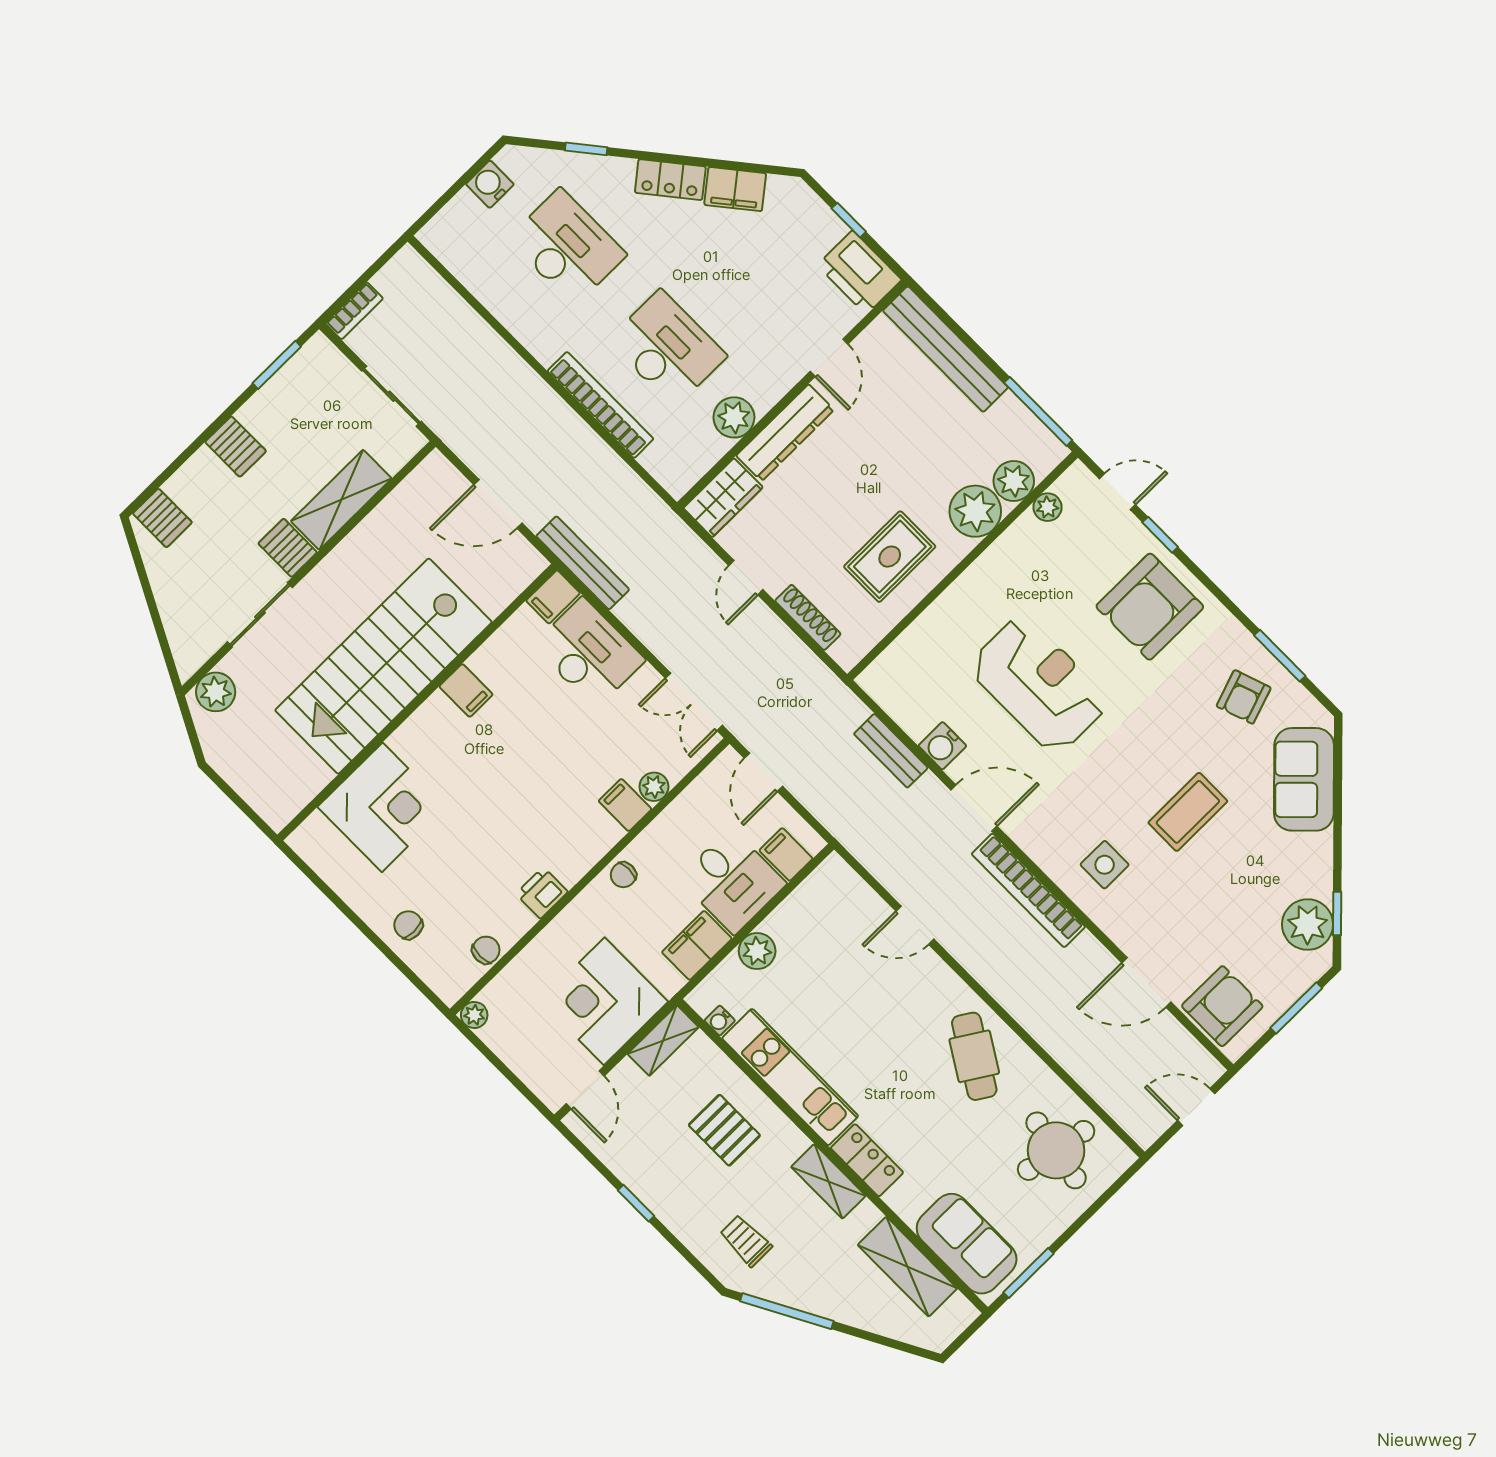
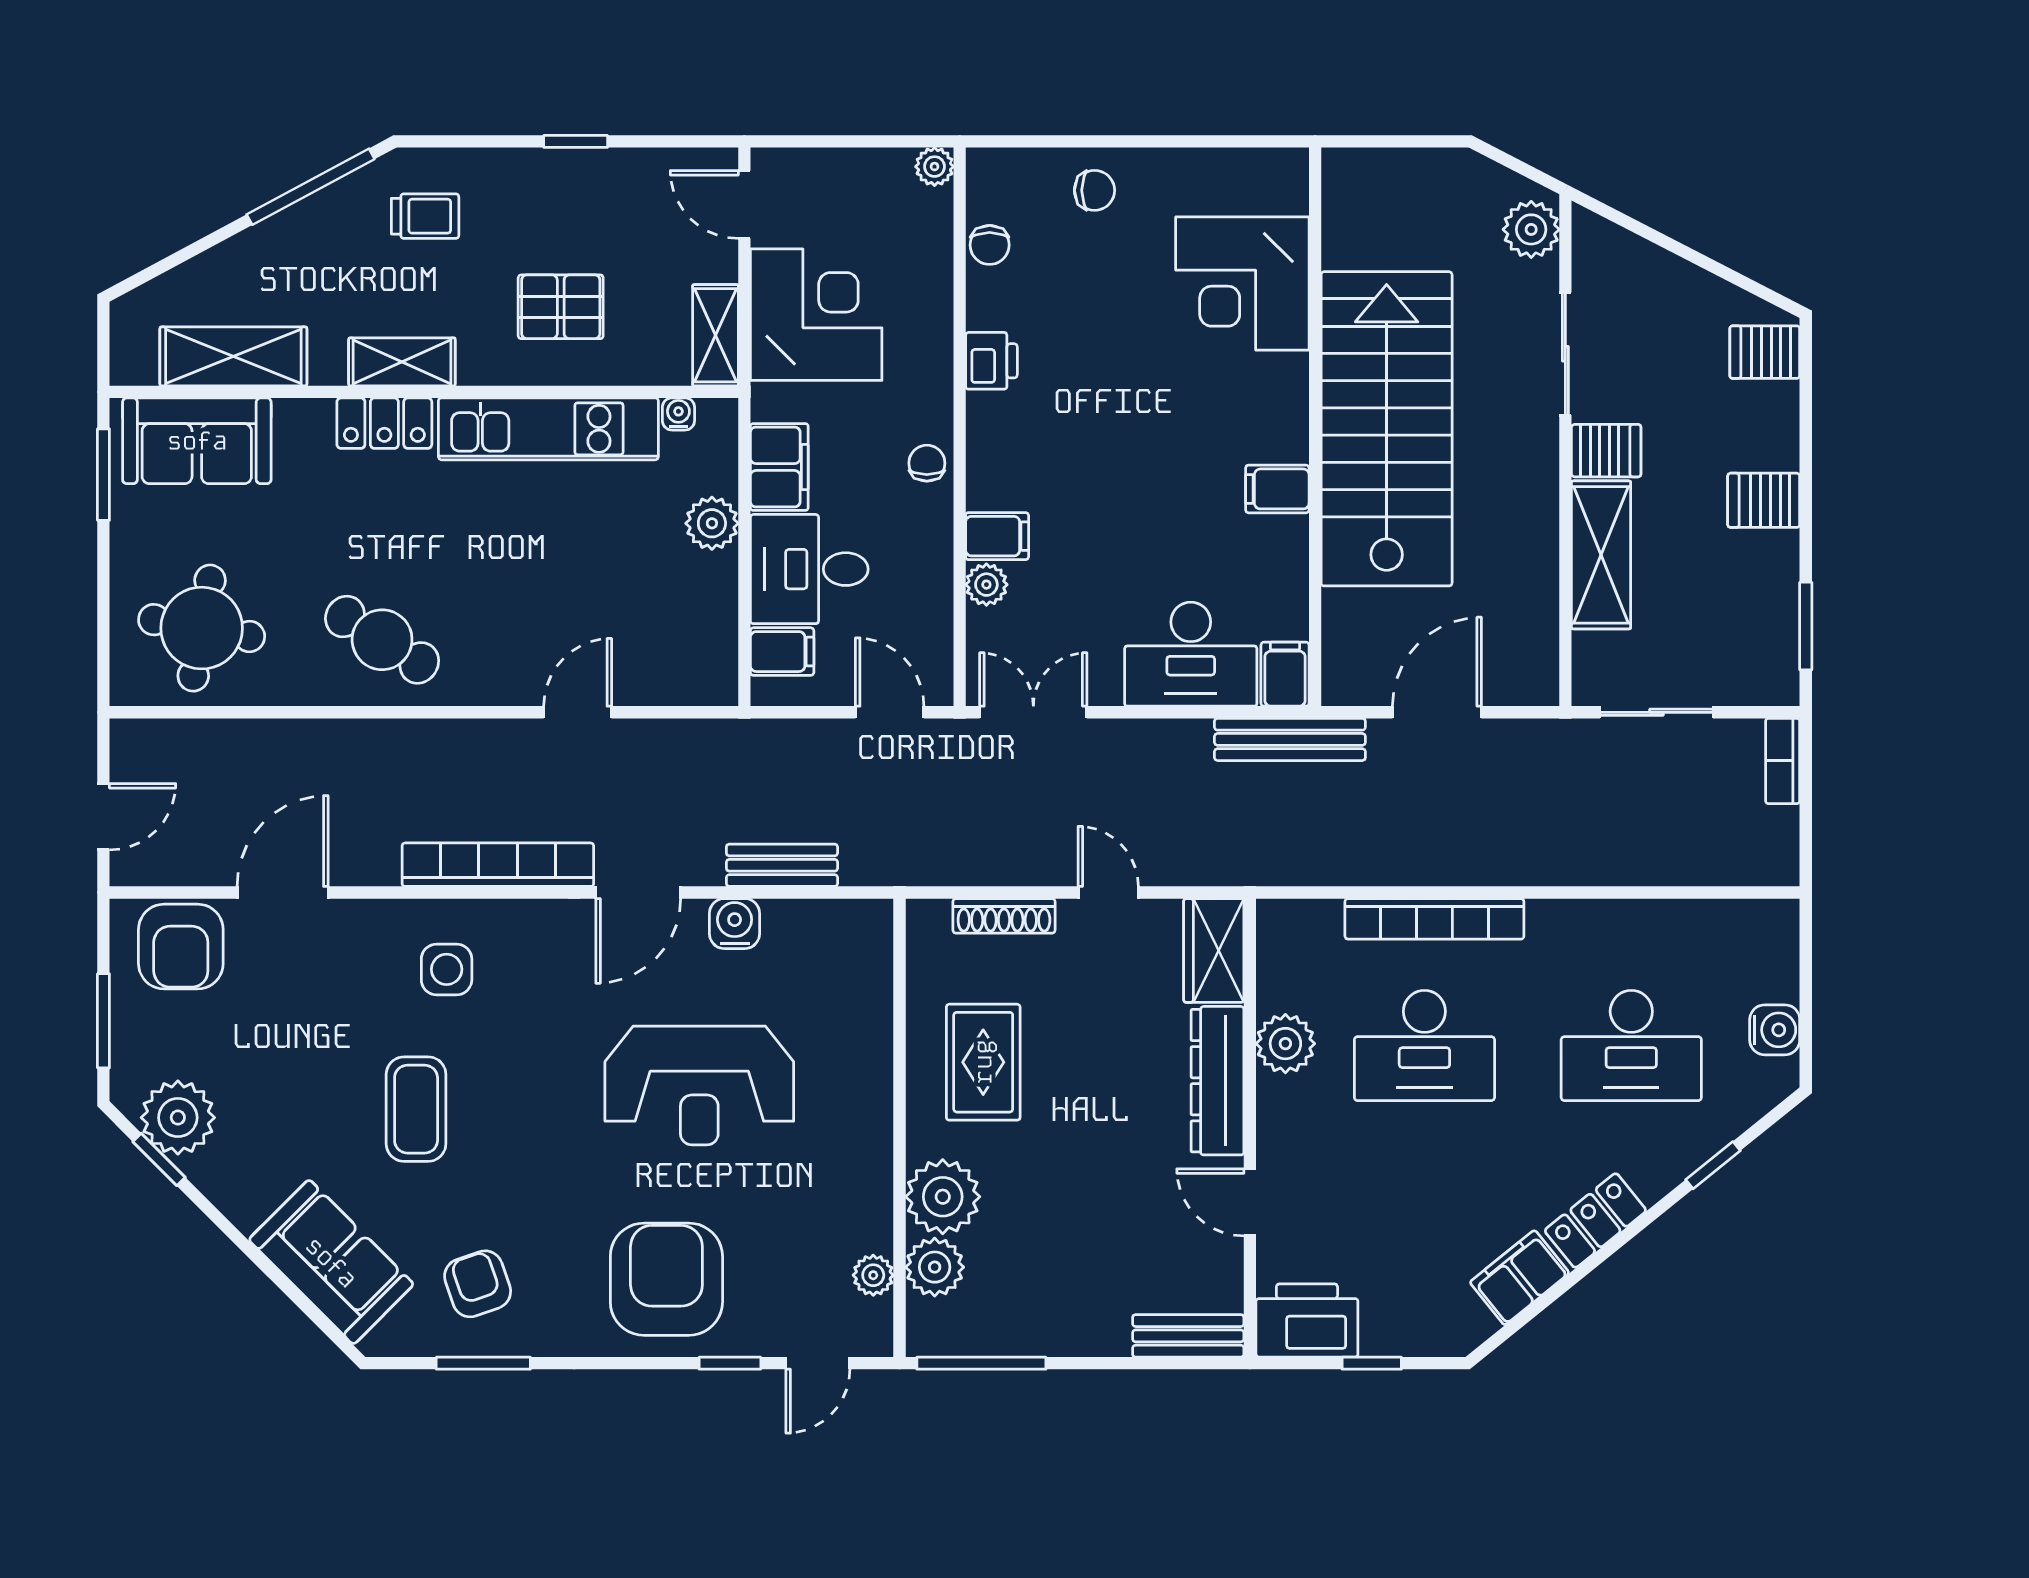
bench: (945, 349) -> (1188, 1336), width x0.54, depth x0.82

